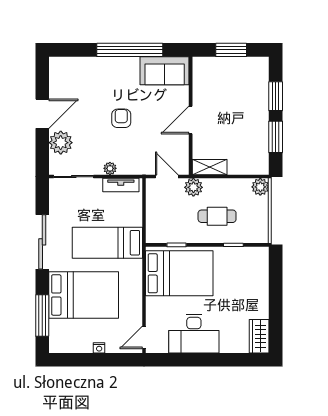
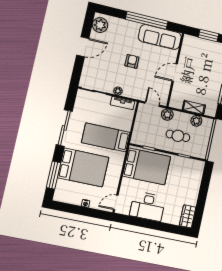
sofa: (165, 71) -> (160, 37), width x1.36
plant: (61, 143) -> (100, 25), moved
shelving: (210, 167) -> (194, 107), moved
plant: (260, 187) -> (196, 121), moved

